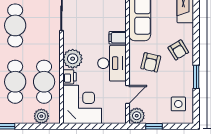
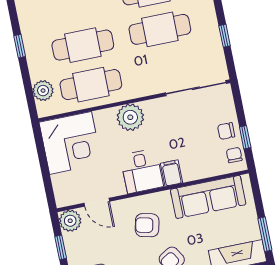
desk: (112, 63) -> (142, 171), width x0.73
printer: (70, 77) -> (105, 118), removed

